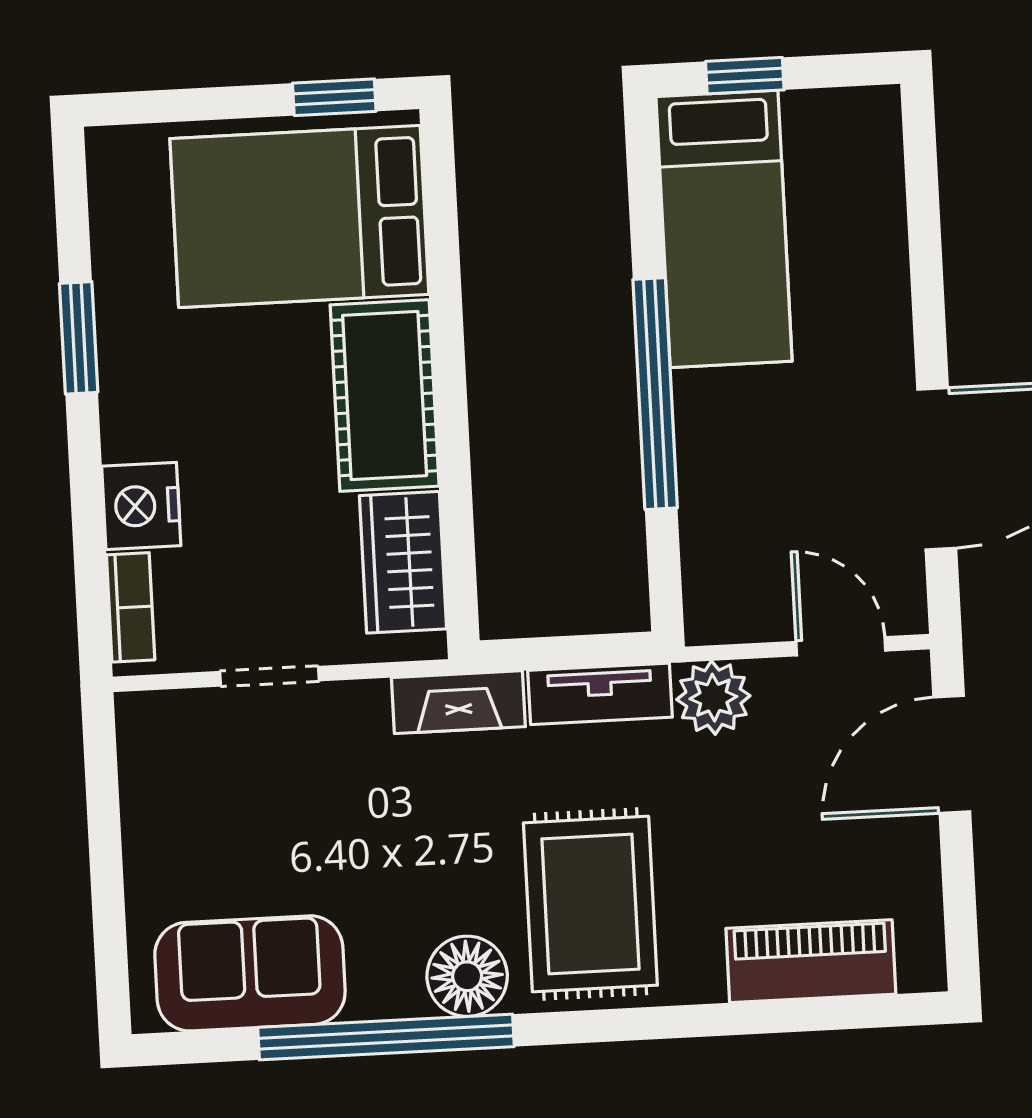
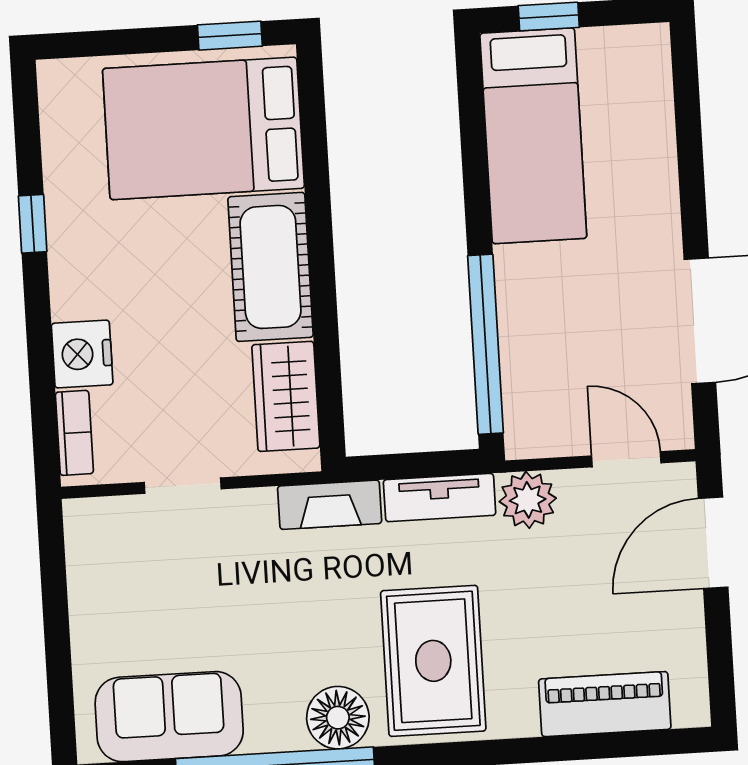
window: (79, 338) -> (33, 224), width x0.67
window: (655, 394) -> (486, 344), moved

